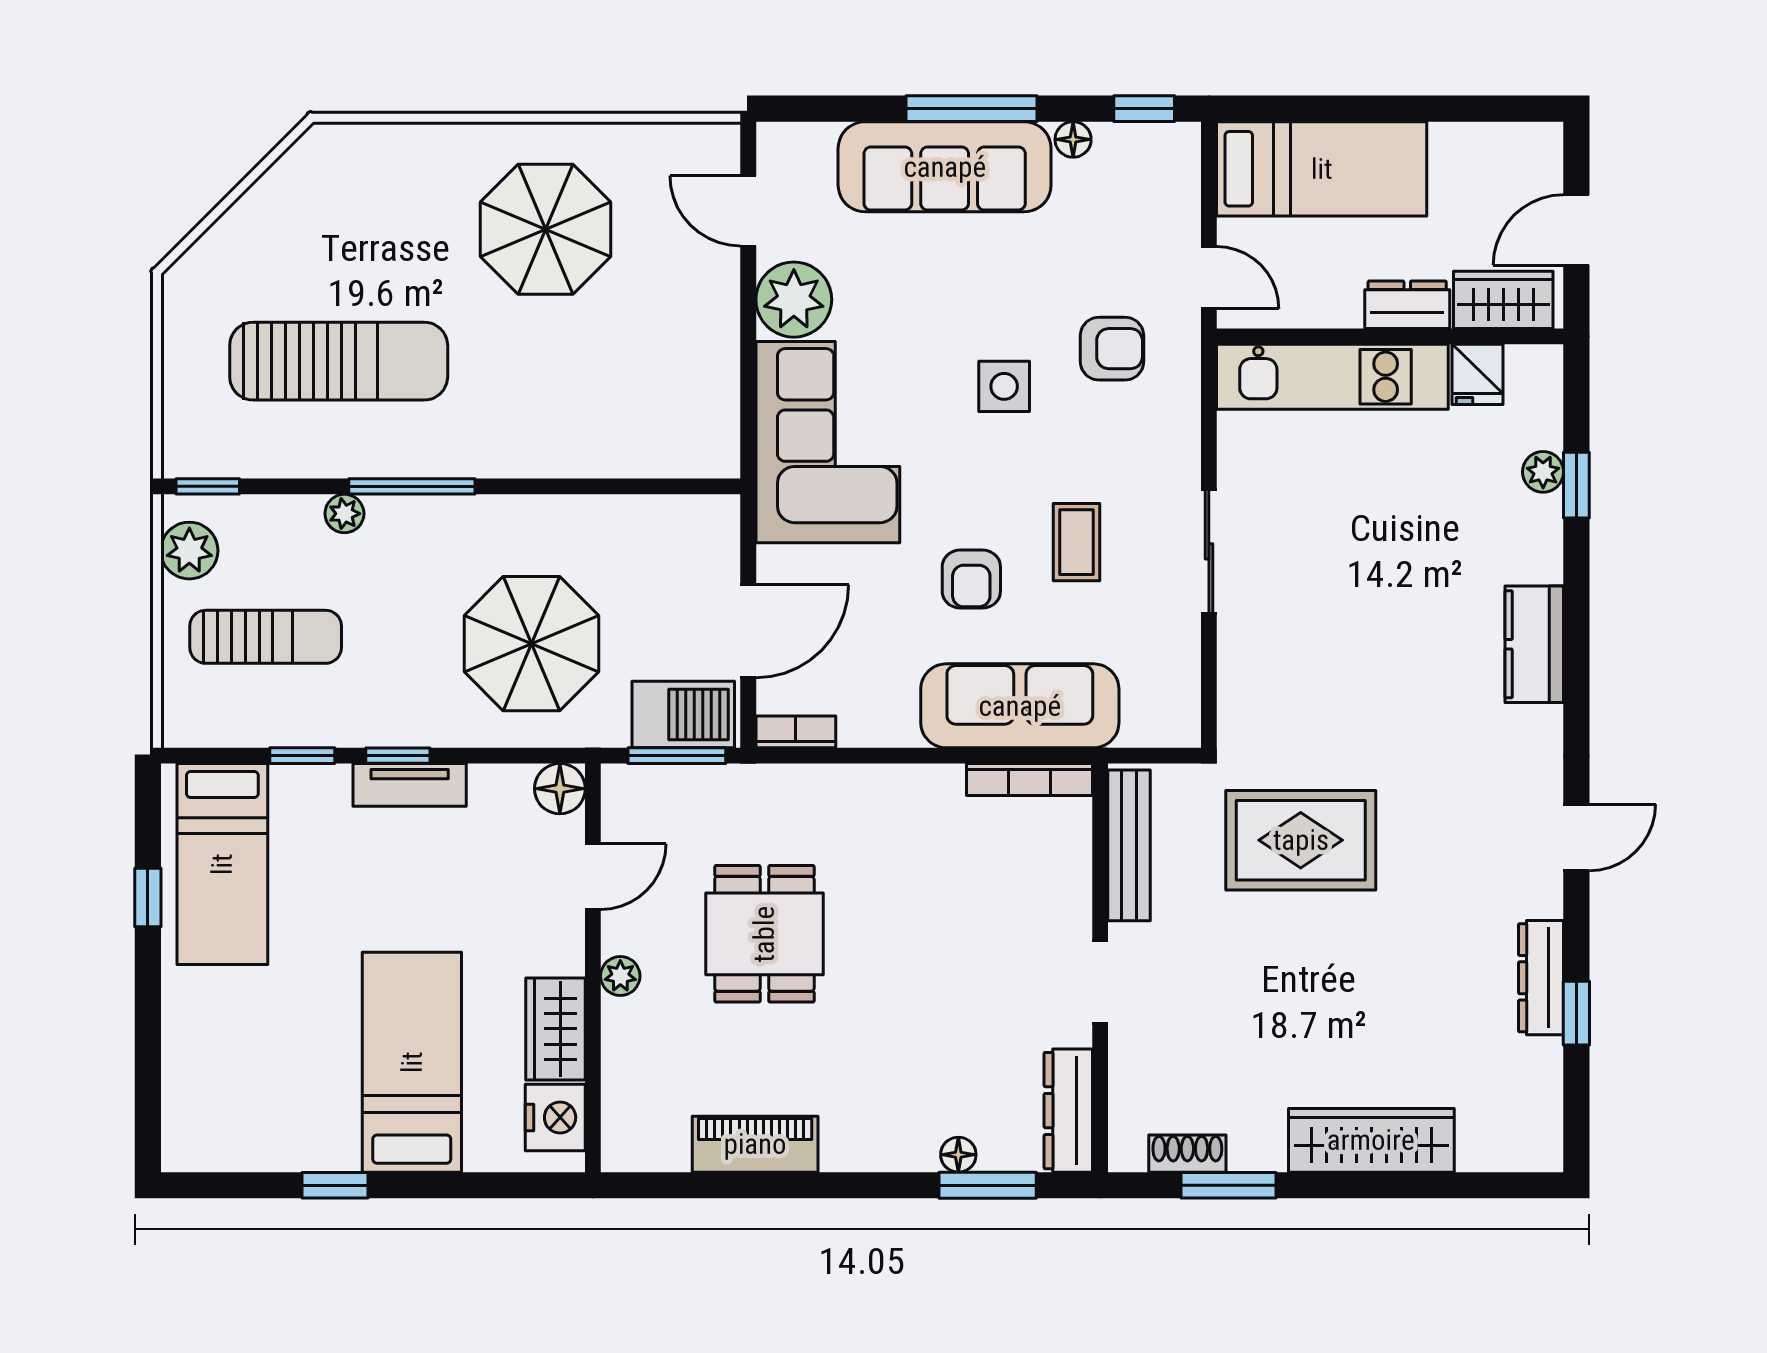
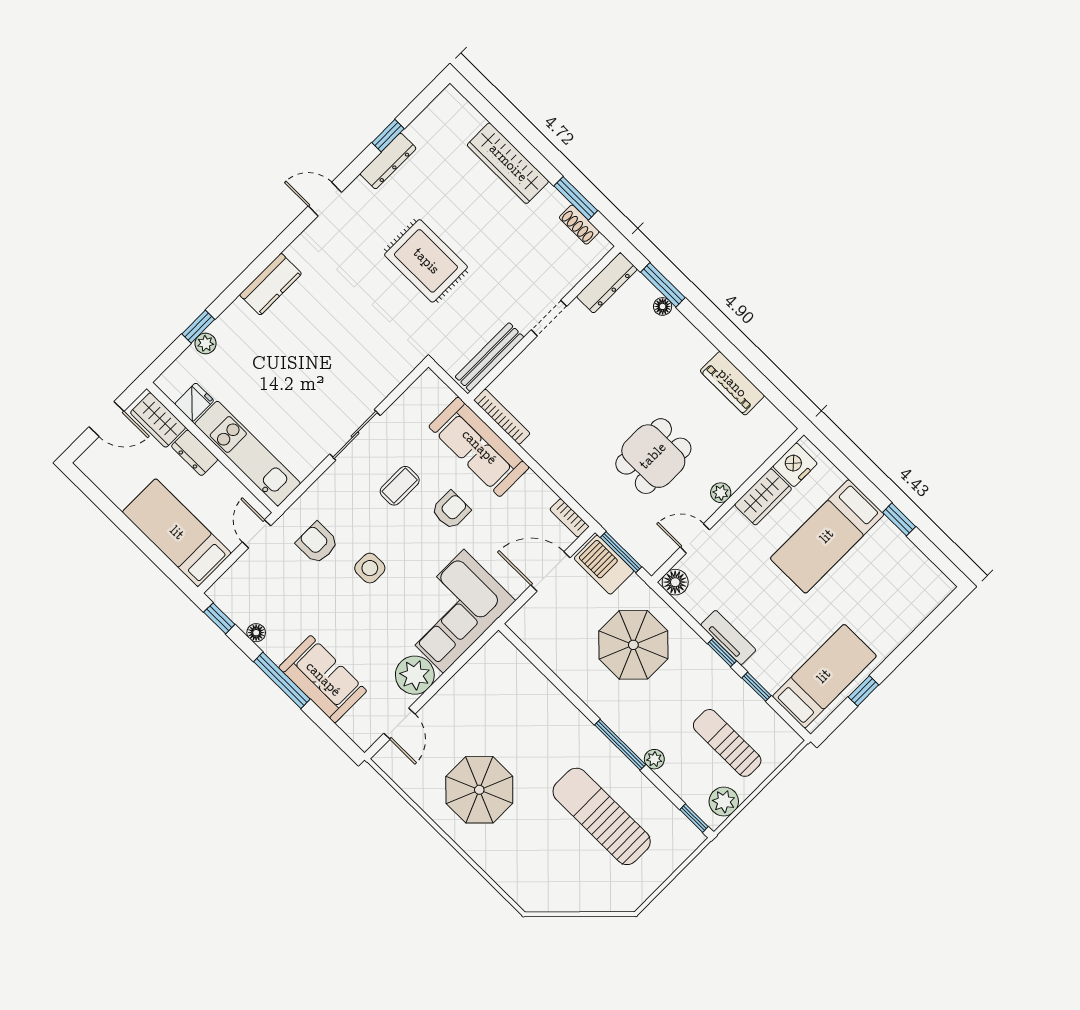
sofa: (945, 167) -> (323, 679), width x0.73
rug: (1301, 840) -> (426, 261), moved

